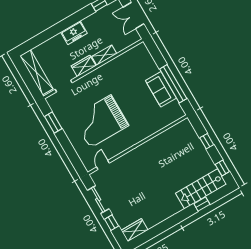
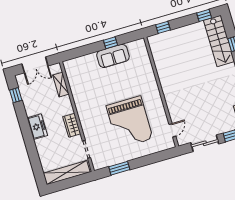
shelving: (104, 55) -> (61, 85), moved
window: (173, 84) -> (111, 43), width x0.32
window: (207, 141) -> (163, 27), moved
door: (103, 165) -> (172, 130), swing flipped

